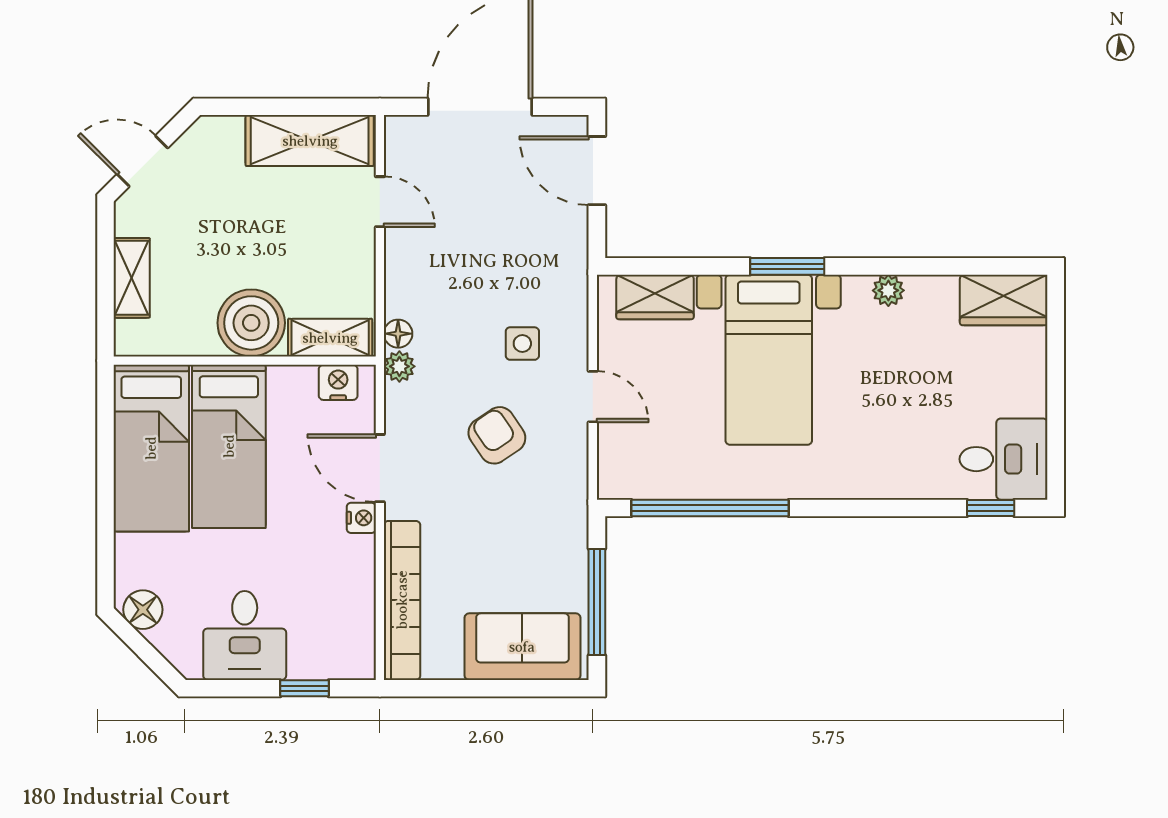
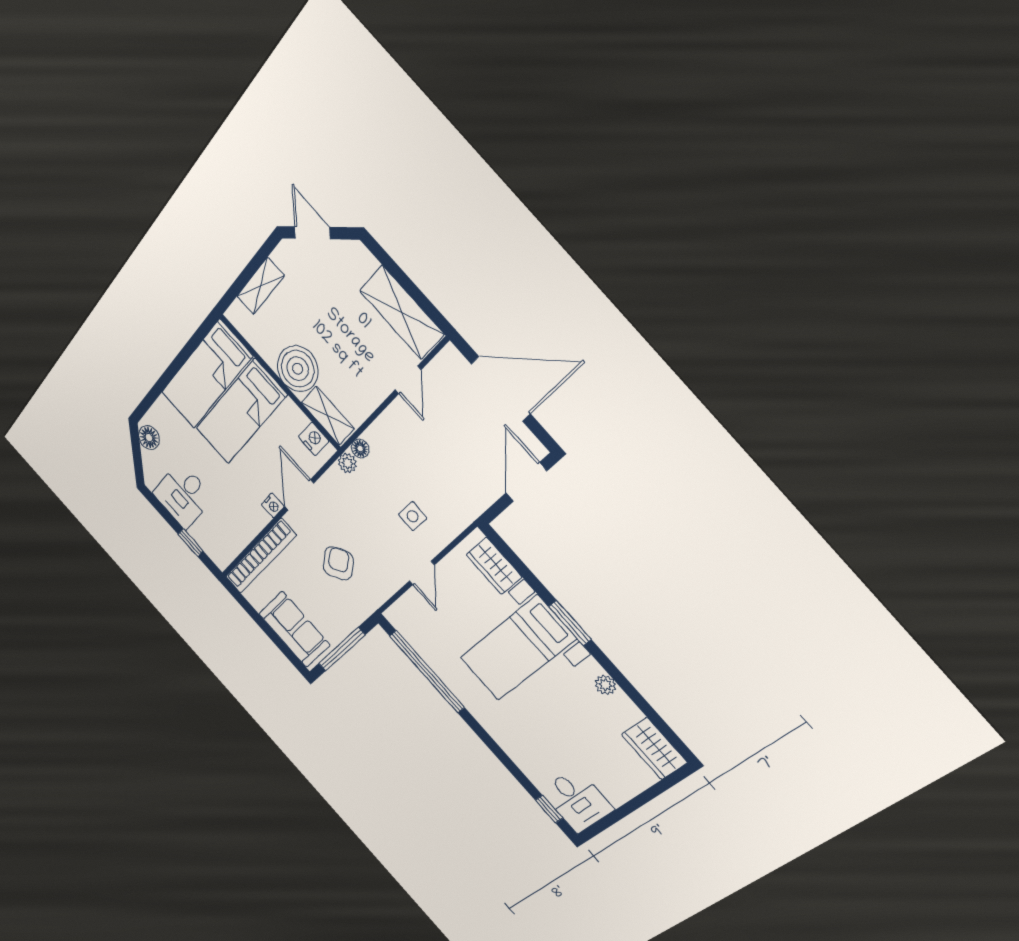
armchair: (497, 435) -> (338, 563), moved

